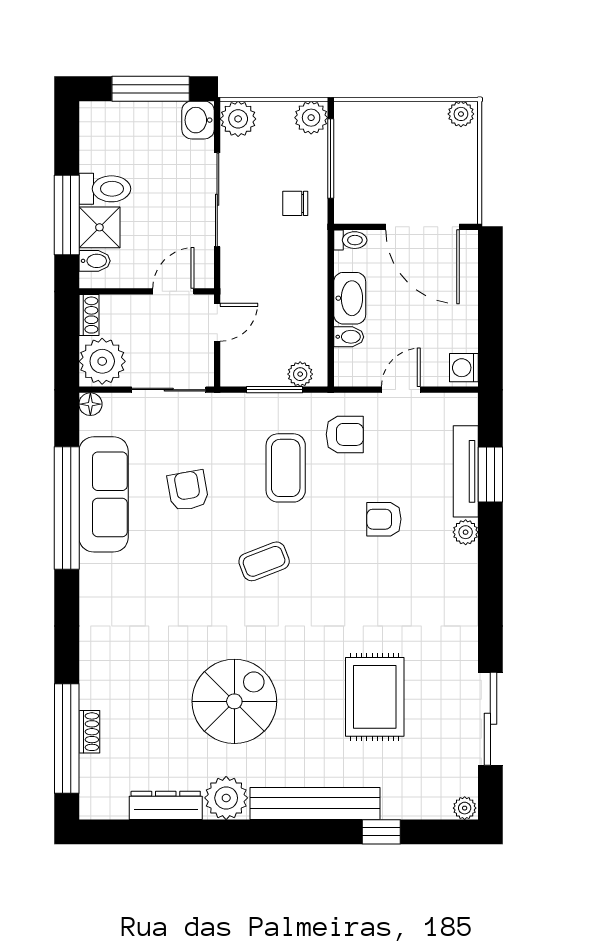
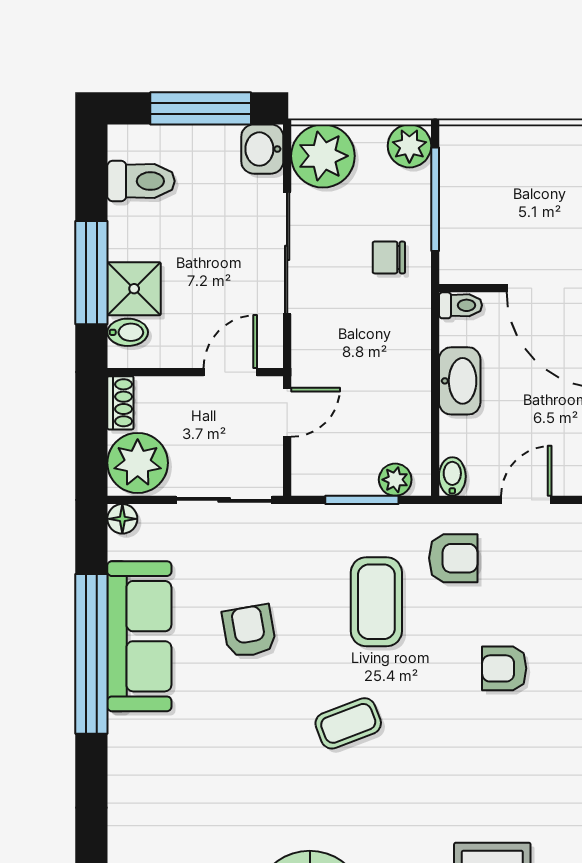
plant: (238, 119) -> (323, 156), width x1.36, depth x1.36
toilet: (105, 189) -> (141, 181), moved
bidet: (349, 337) -> (452, 476), moved, turned -90

